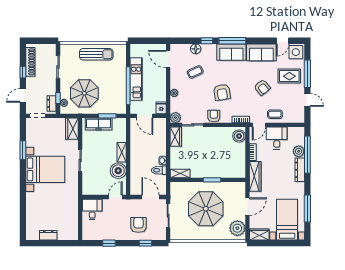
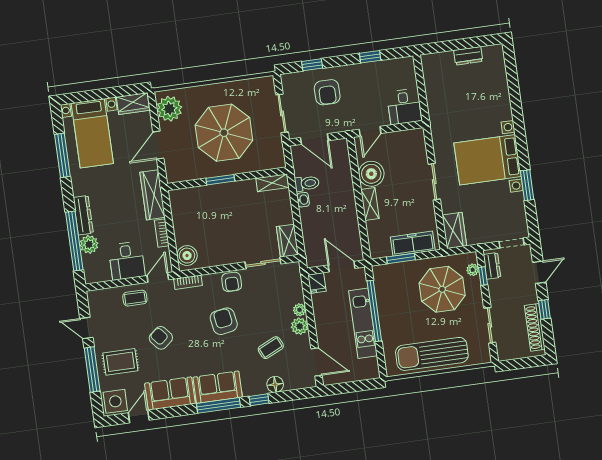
sun lounger: (96, 54) -> (432, 354), width x1.36, depth x1.34
plant: (176, 118) -> (300, 326), moved

